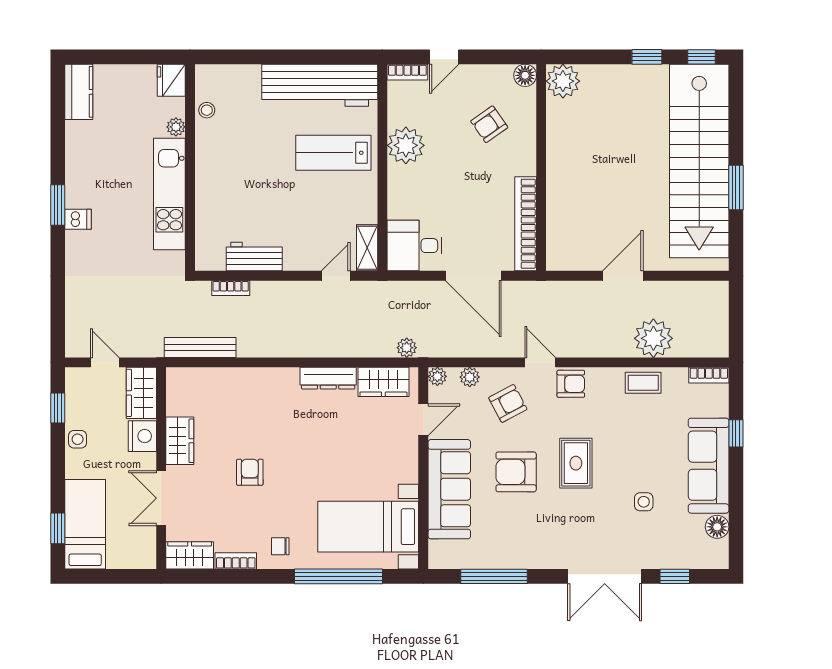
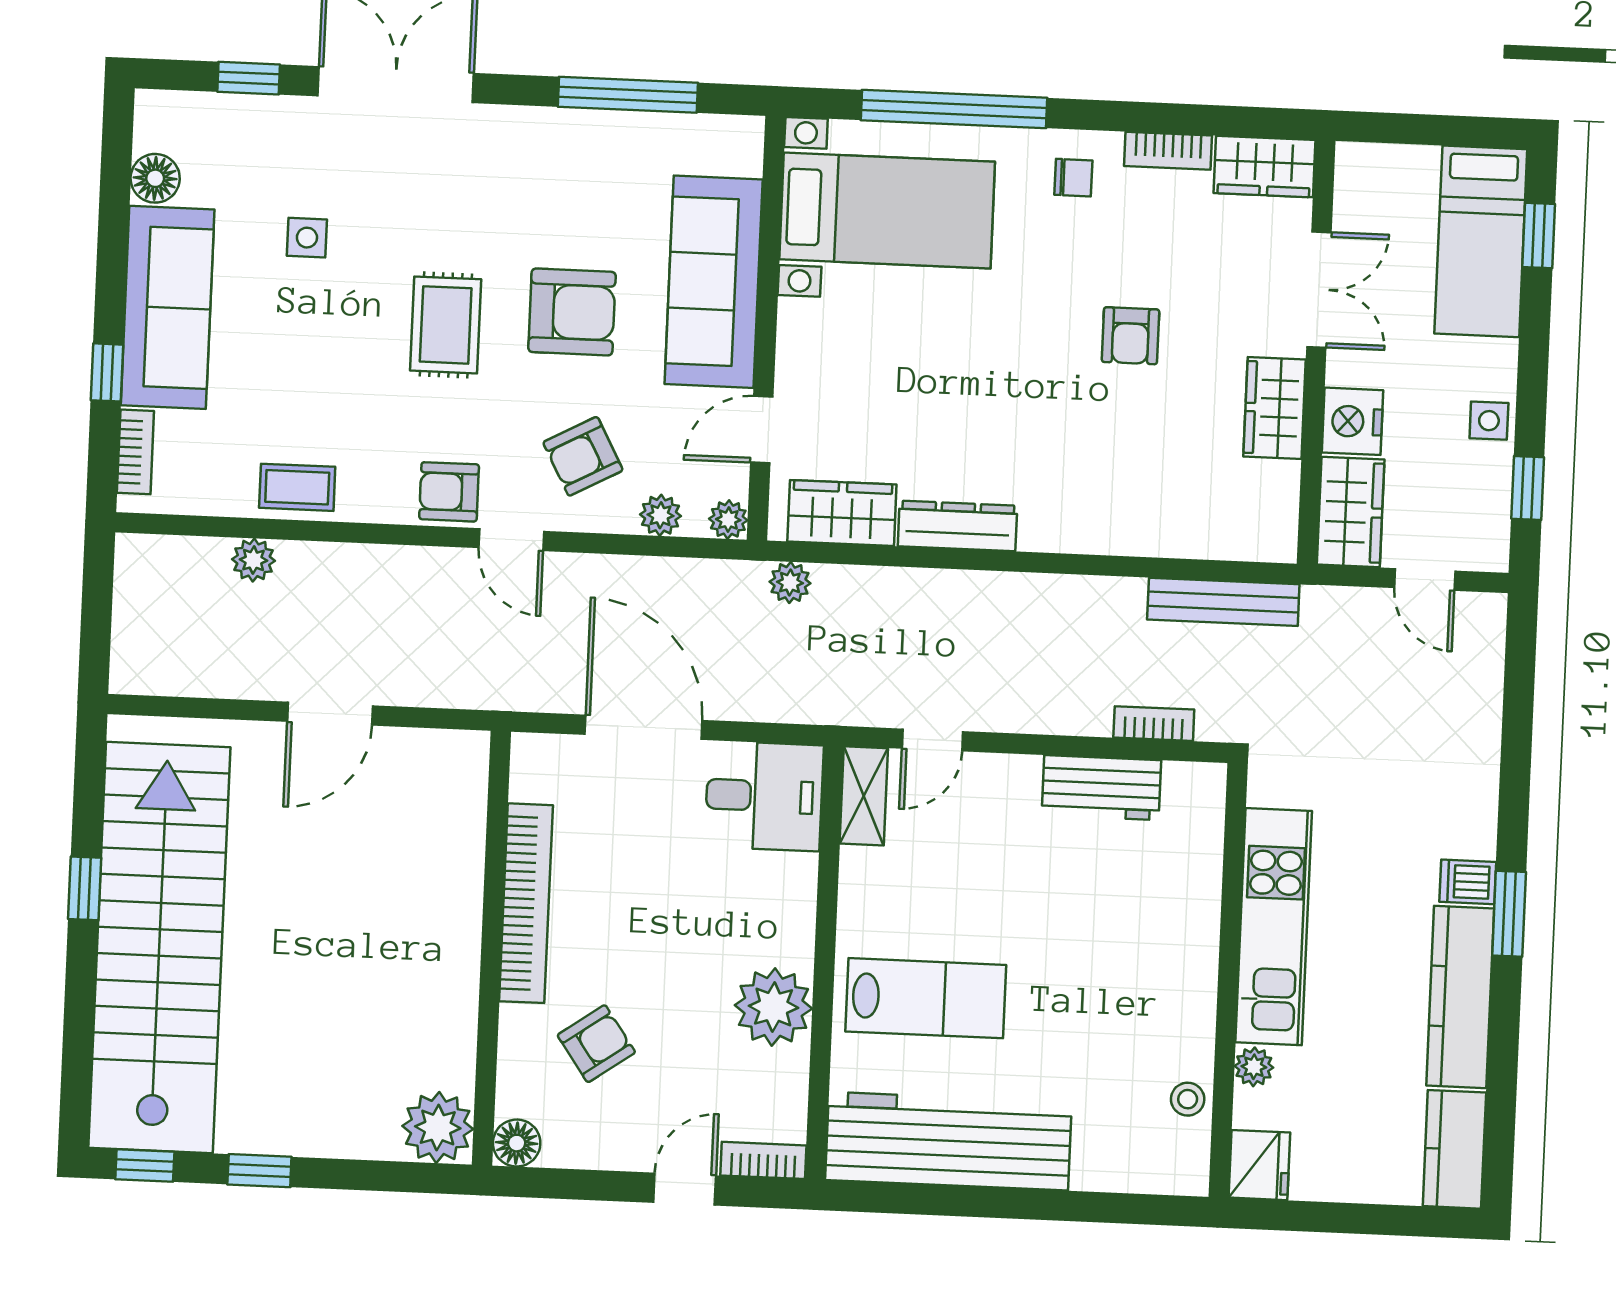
kitchen counter: (79, 164) -> (1460, 997), added
window: (736, 188) -> (85, 888), width x0.67
bookcase: (526, 224) -> (526, 903), moved
plant: (653, 338) -> (253, 560), width x0.53, depth x0.53
bookcase: (709, 375) -> (135, 452), moved, turned 90

